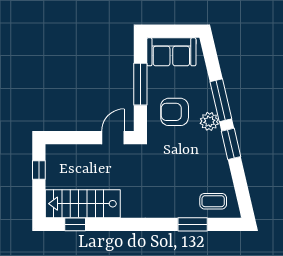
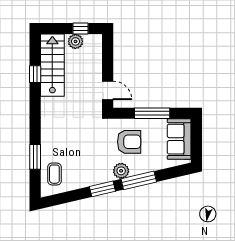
armchair: (175, 112) -> (129, 142), turned 90
plant: (54, 176) -> (75, 41), added
window: (75, 224) -> (35, 74), moved

